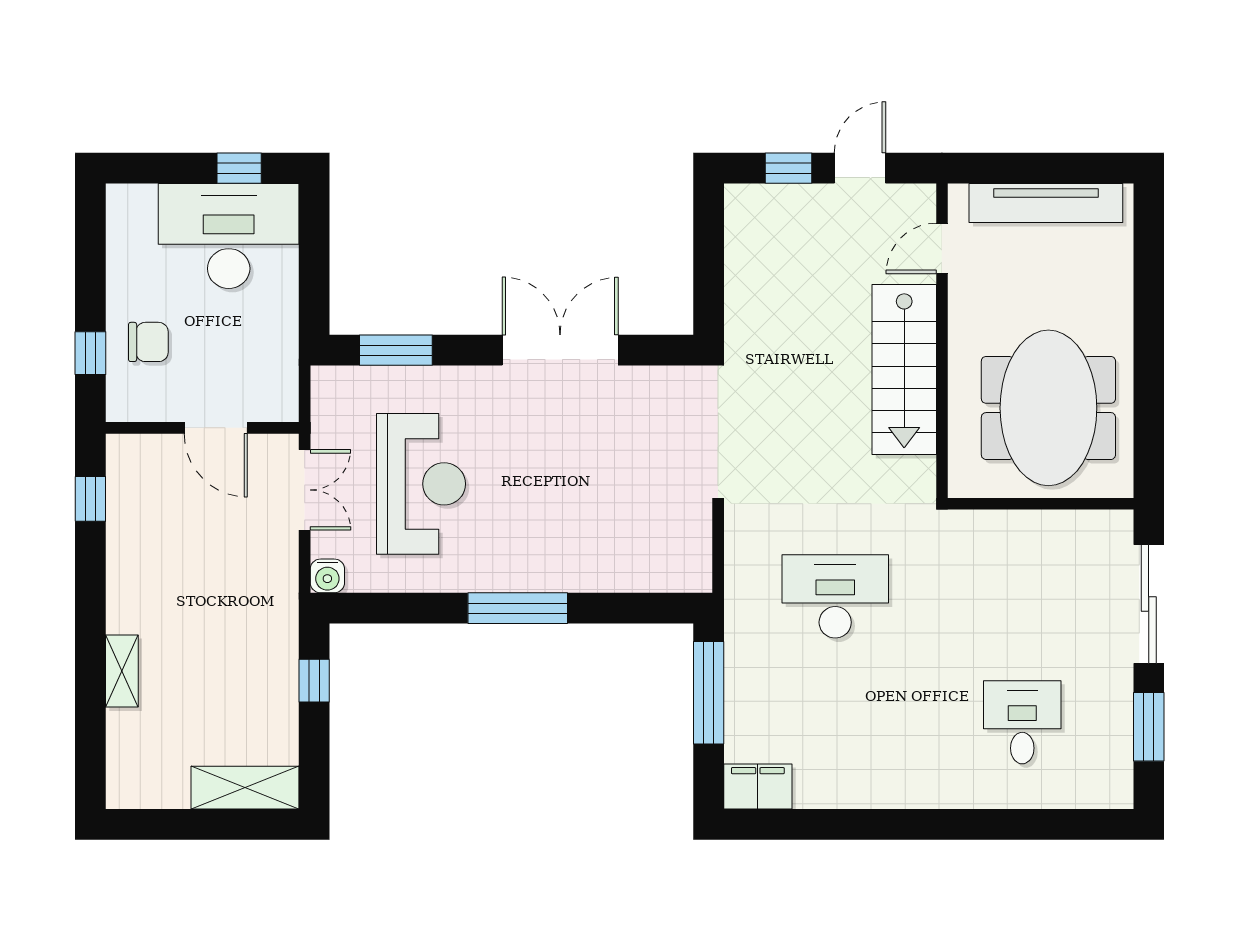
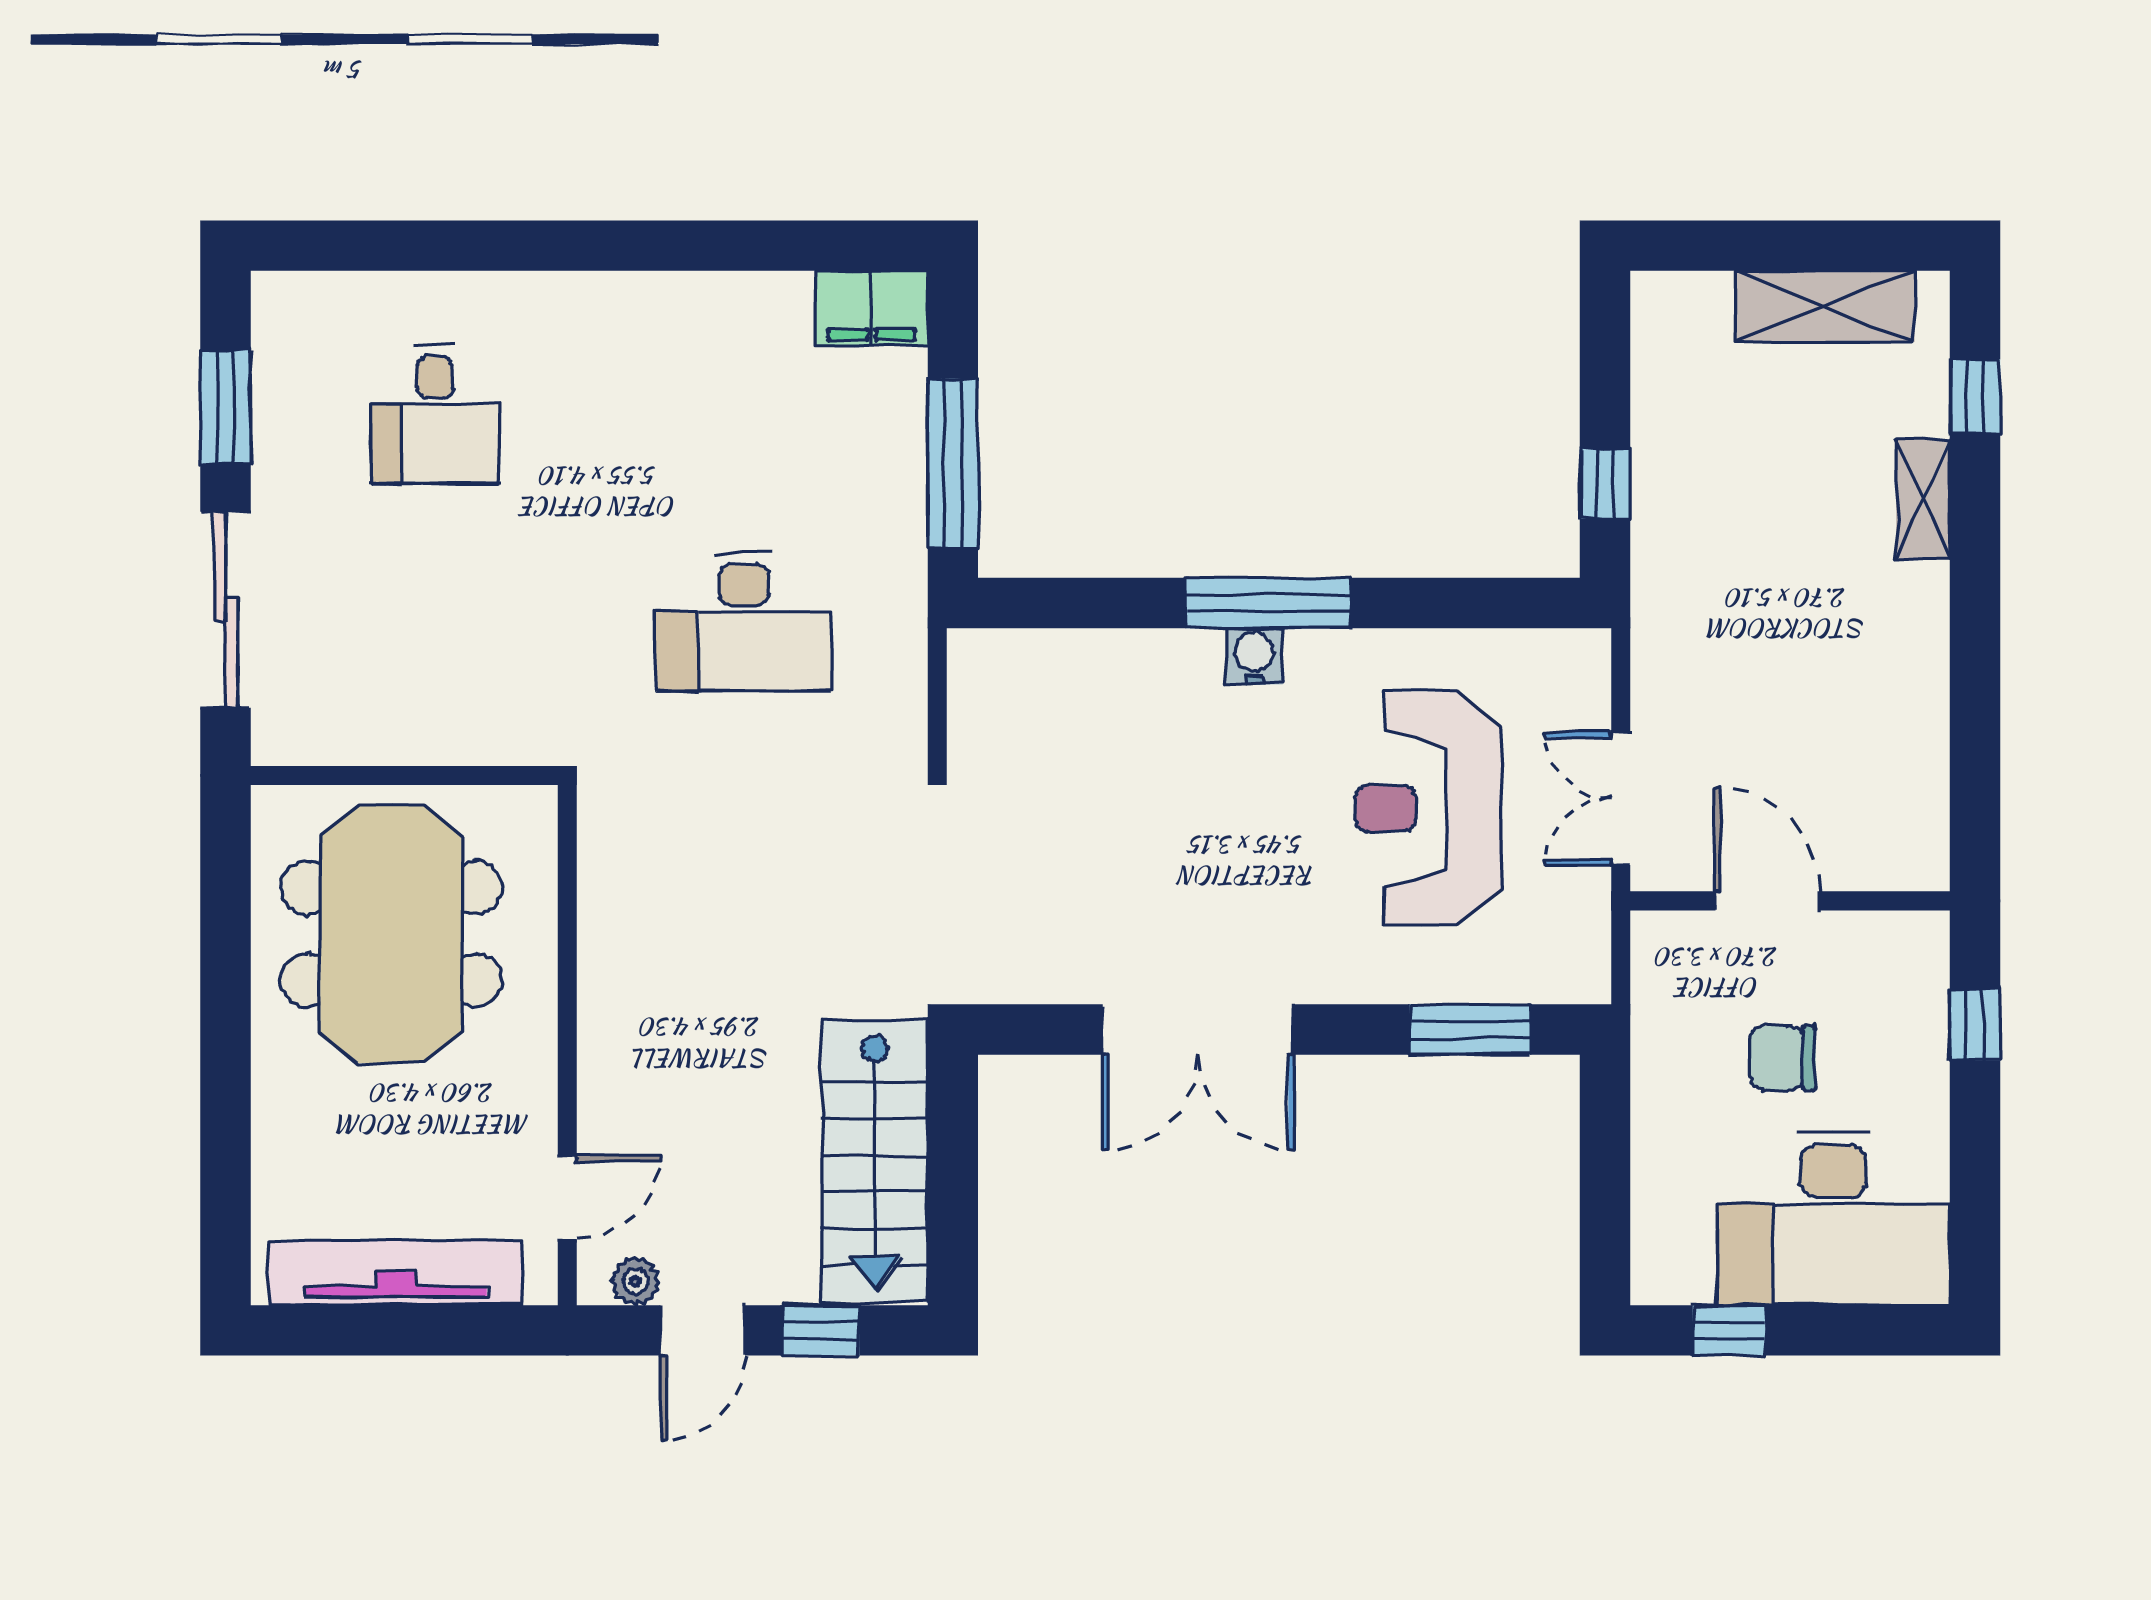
plant: (901, 198) -> (635, 1281), added
desk: (229, 236) -> (1833, 1218), moved
chair: (148, 342) -> (1783, 1058), moved
stairs: (904, 370) -> (875, 1161), moved, turned 180
window: (90, 499) -> (1975, 396), moved
water cooler: (327, 576) -> (1255, 656), moved
shelving: (245, 788) -> (1825, 306), moved

